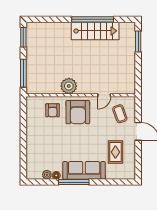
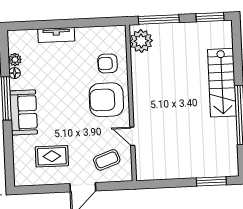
stairs: (95, 31) -> (222, 83), moved
plant: (69, 86) -> (141, 41), moved
tv unit: (31, 145) -> (56, 35), added
sofa: (84, 170) -> (24, 112), width x0.73

